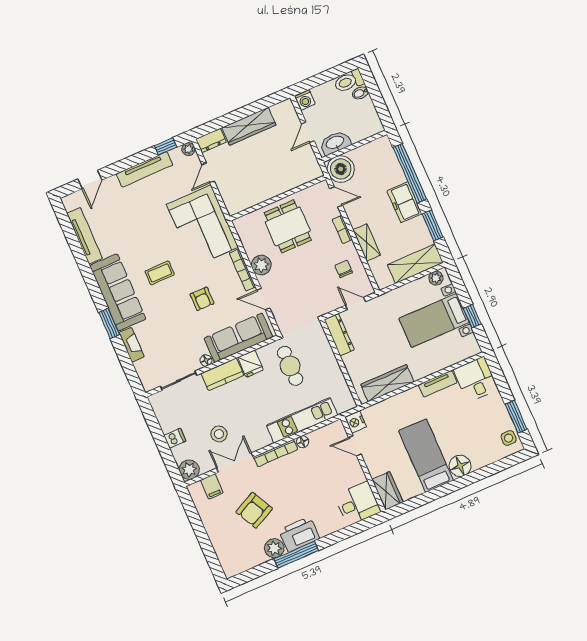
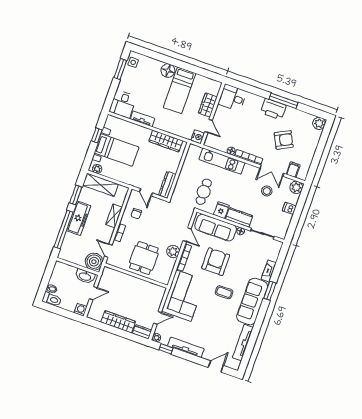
freezer: (404, 202) -> (79, 218), width x1.40
armchair: (202, 299) -> (216, 262), width x1.88, depth x1.88
wardrobe: (387, 491) -> (208, 105), moved
plant: (274, 548) -> (319, 123), moved

